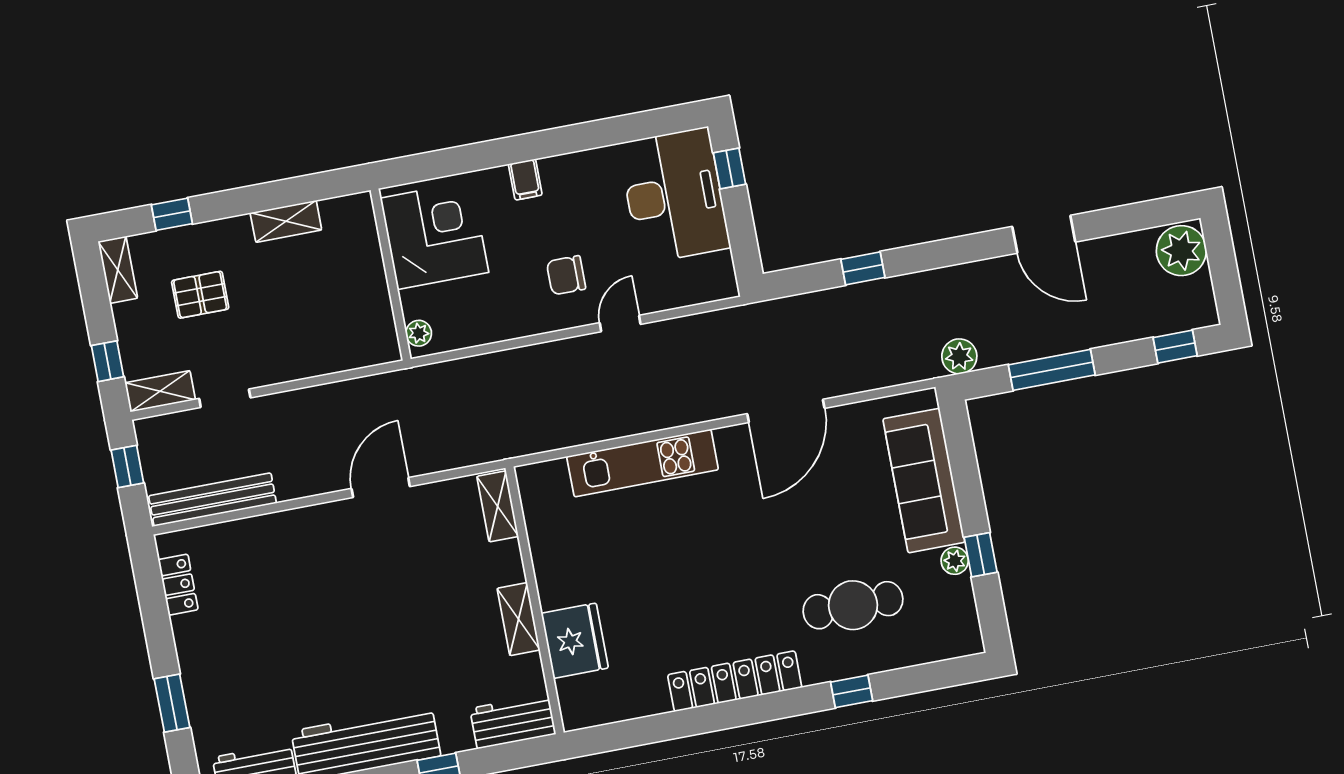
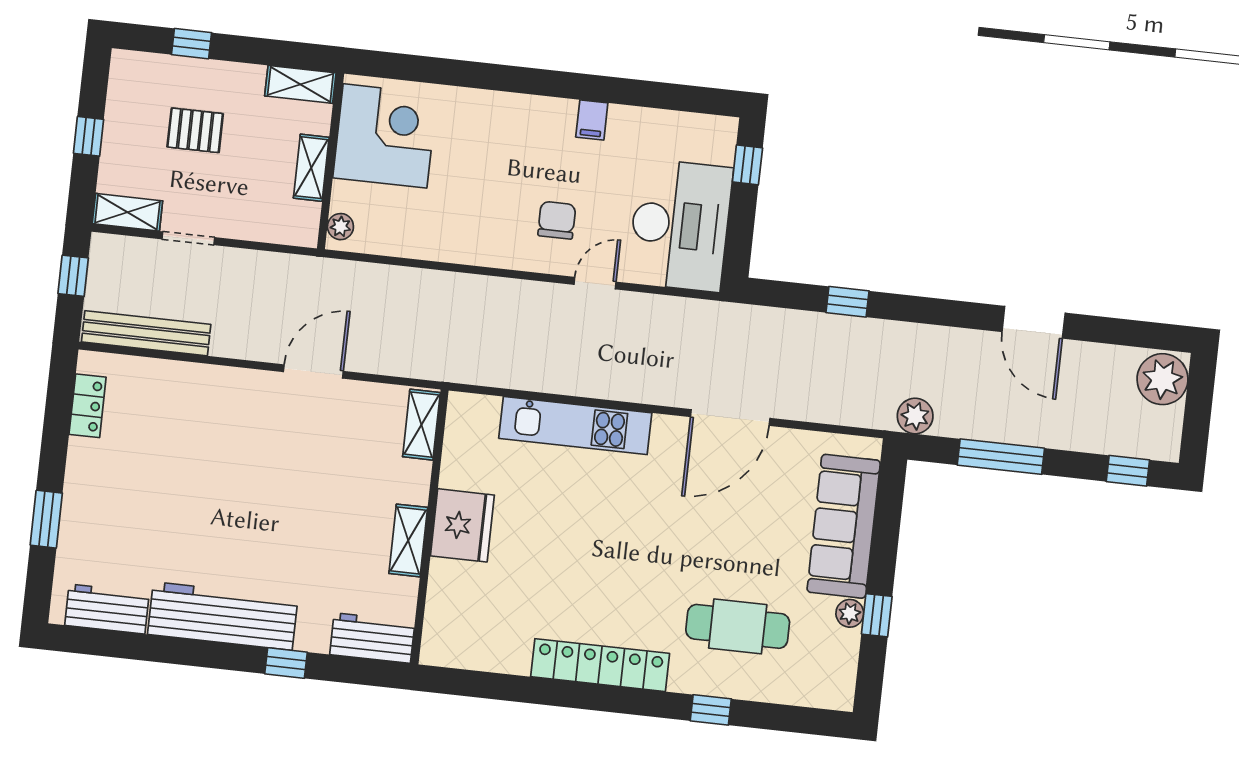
filing cabinet: (525, 179) -> (592, 120), moved
desk: (674, 196) -> (680, 225), moved
corner desk: (434, 235) -> (385, 136), moved
shelving: (118, 270) -> (311, 168), moved
wall: (391, 275) -> (331, 161), moved
chair: (566, 275) -> (557, 220), turned 90
plant: (419, 333) -> (340, 227), moved
window: (107, 361) -> (89, 136), moved
fridge: (575, 641) -> (462, 525), moved

